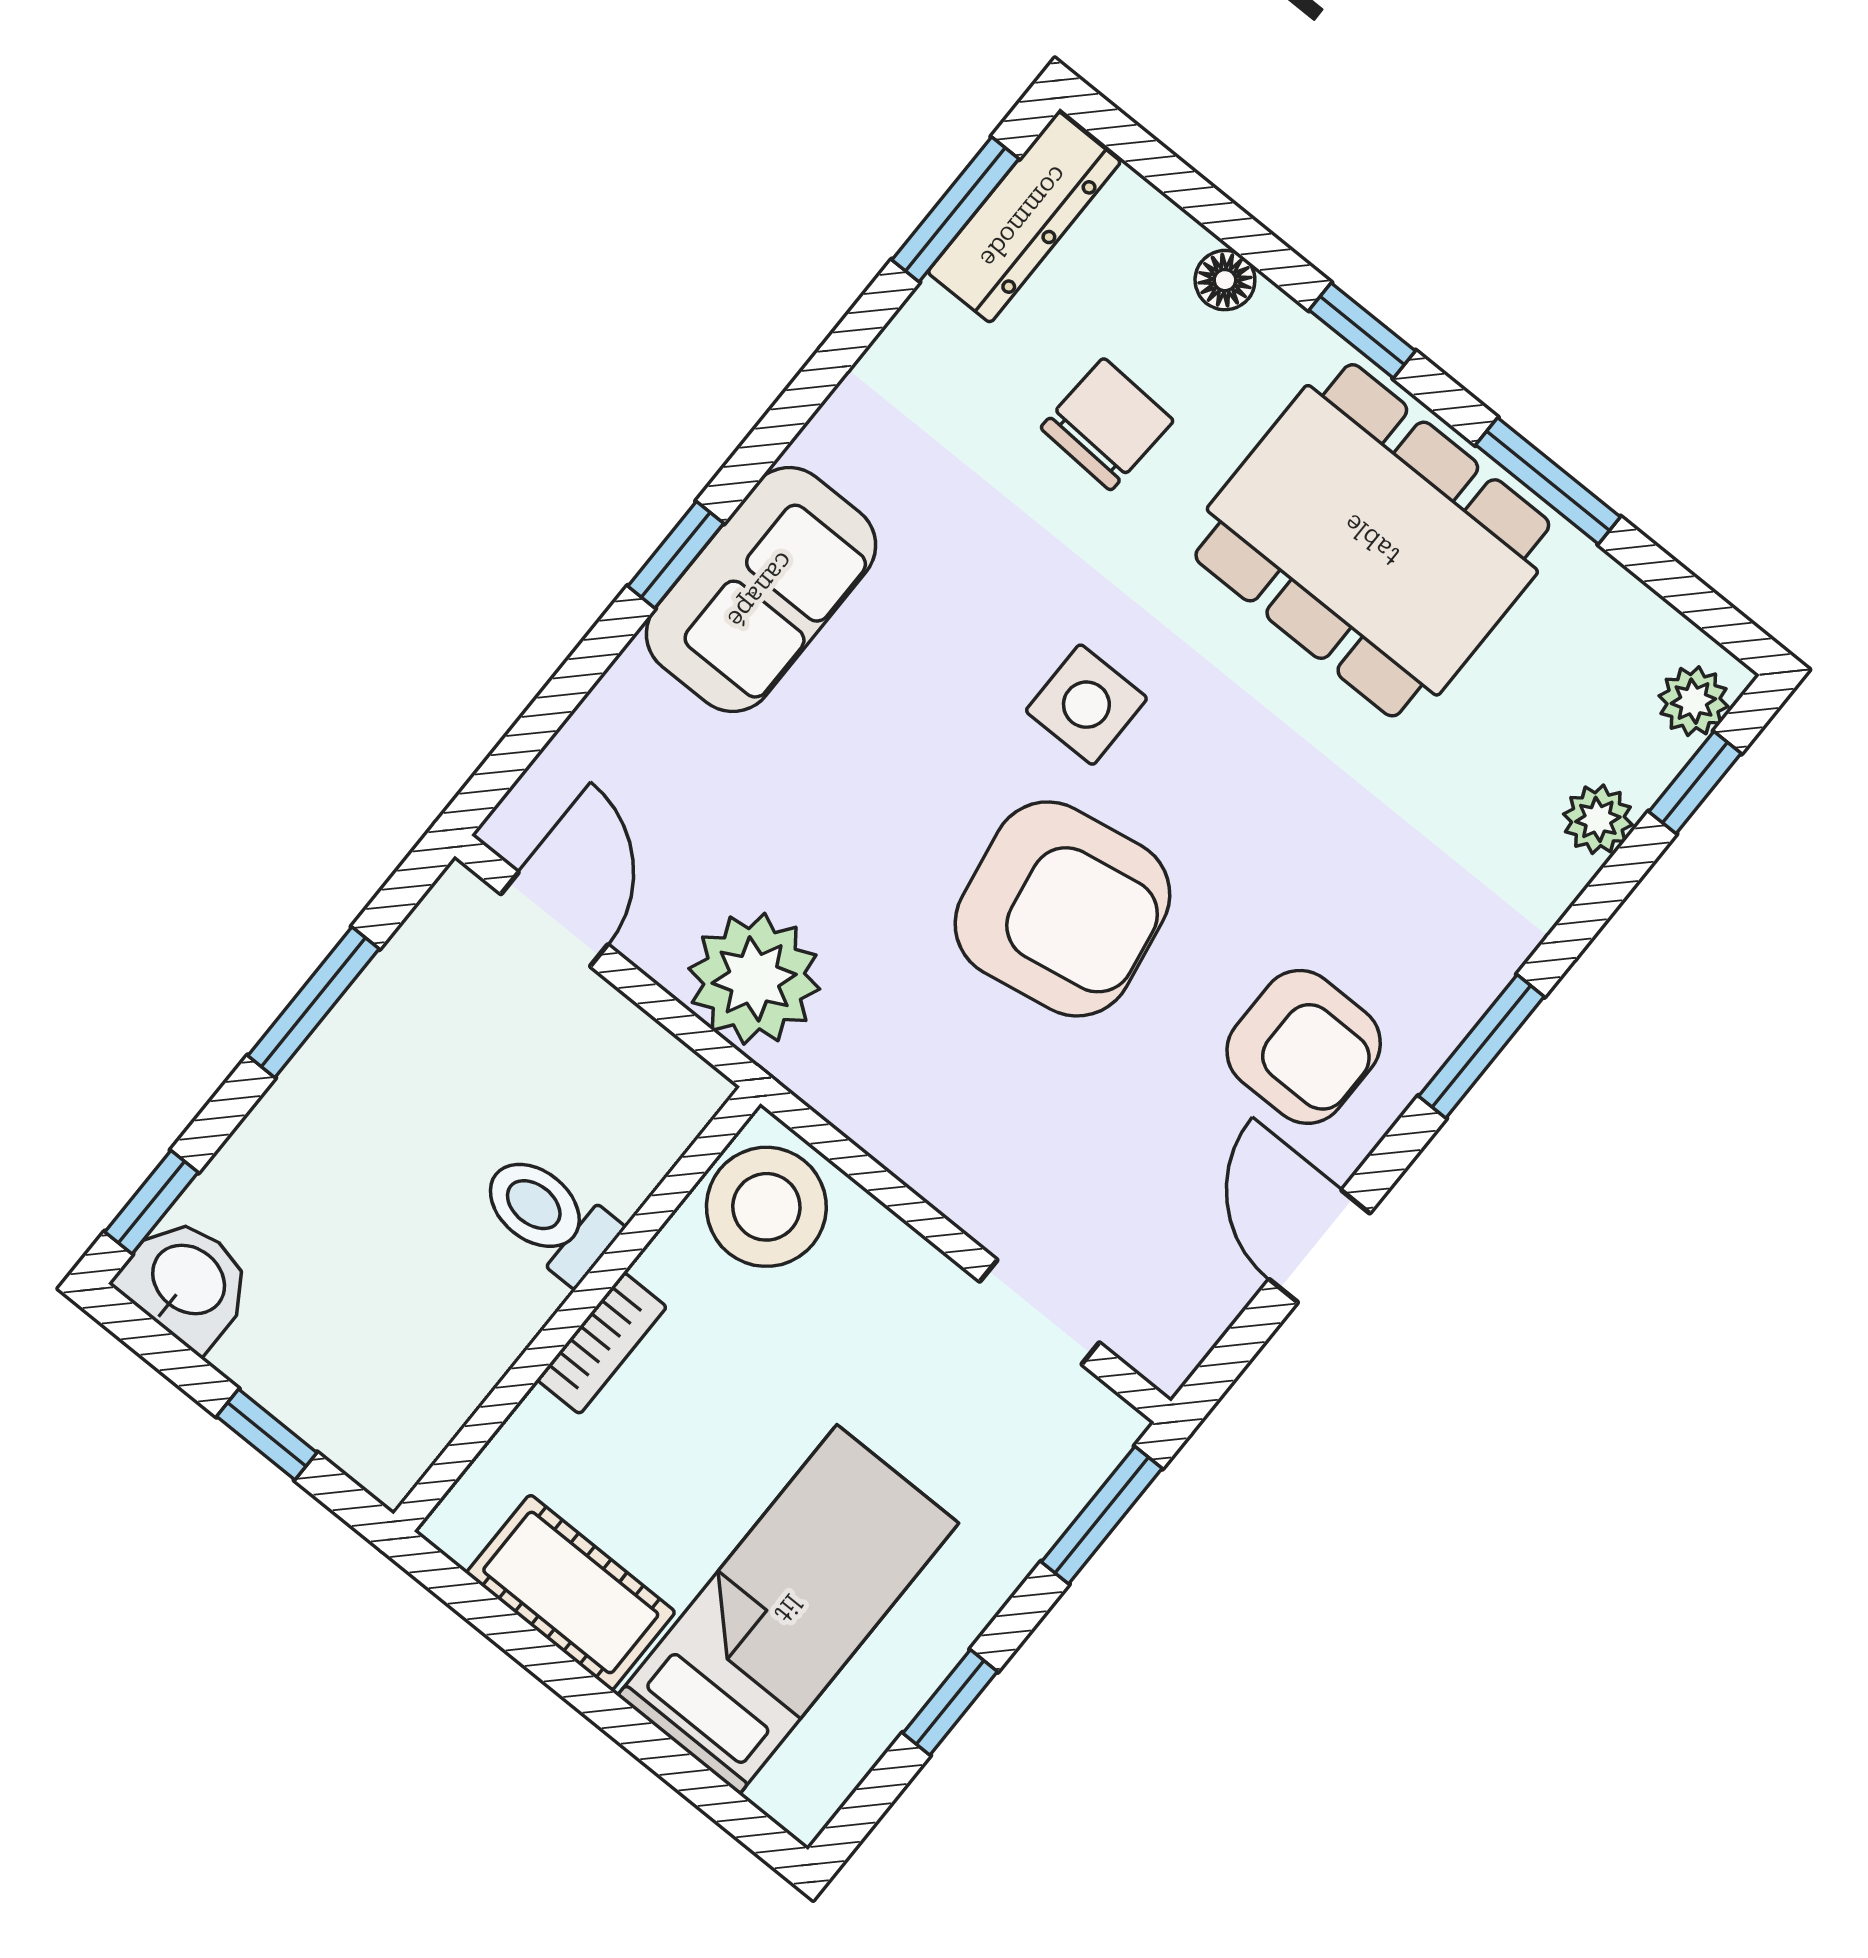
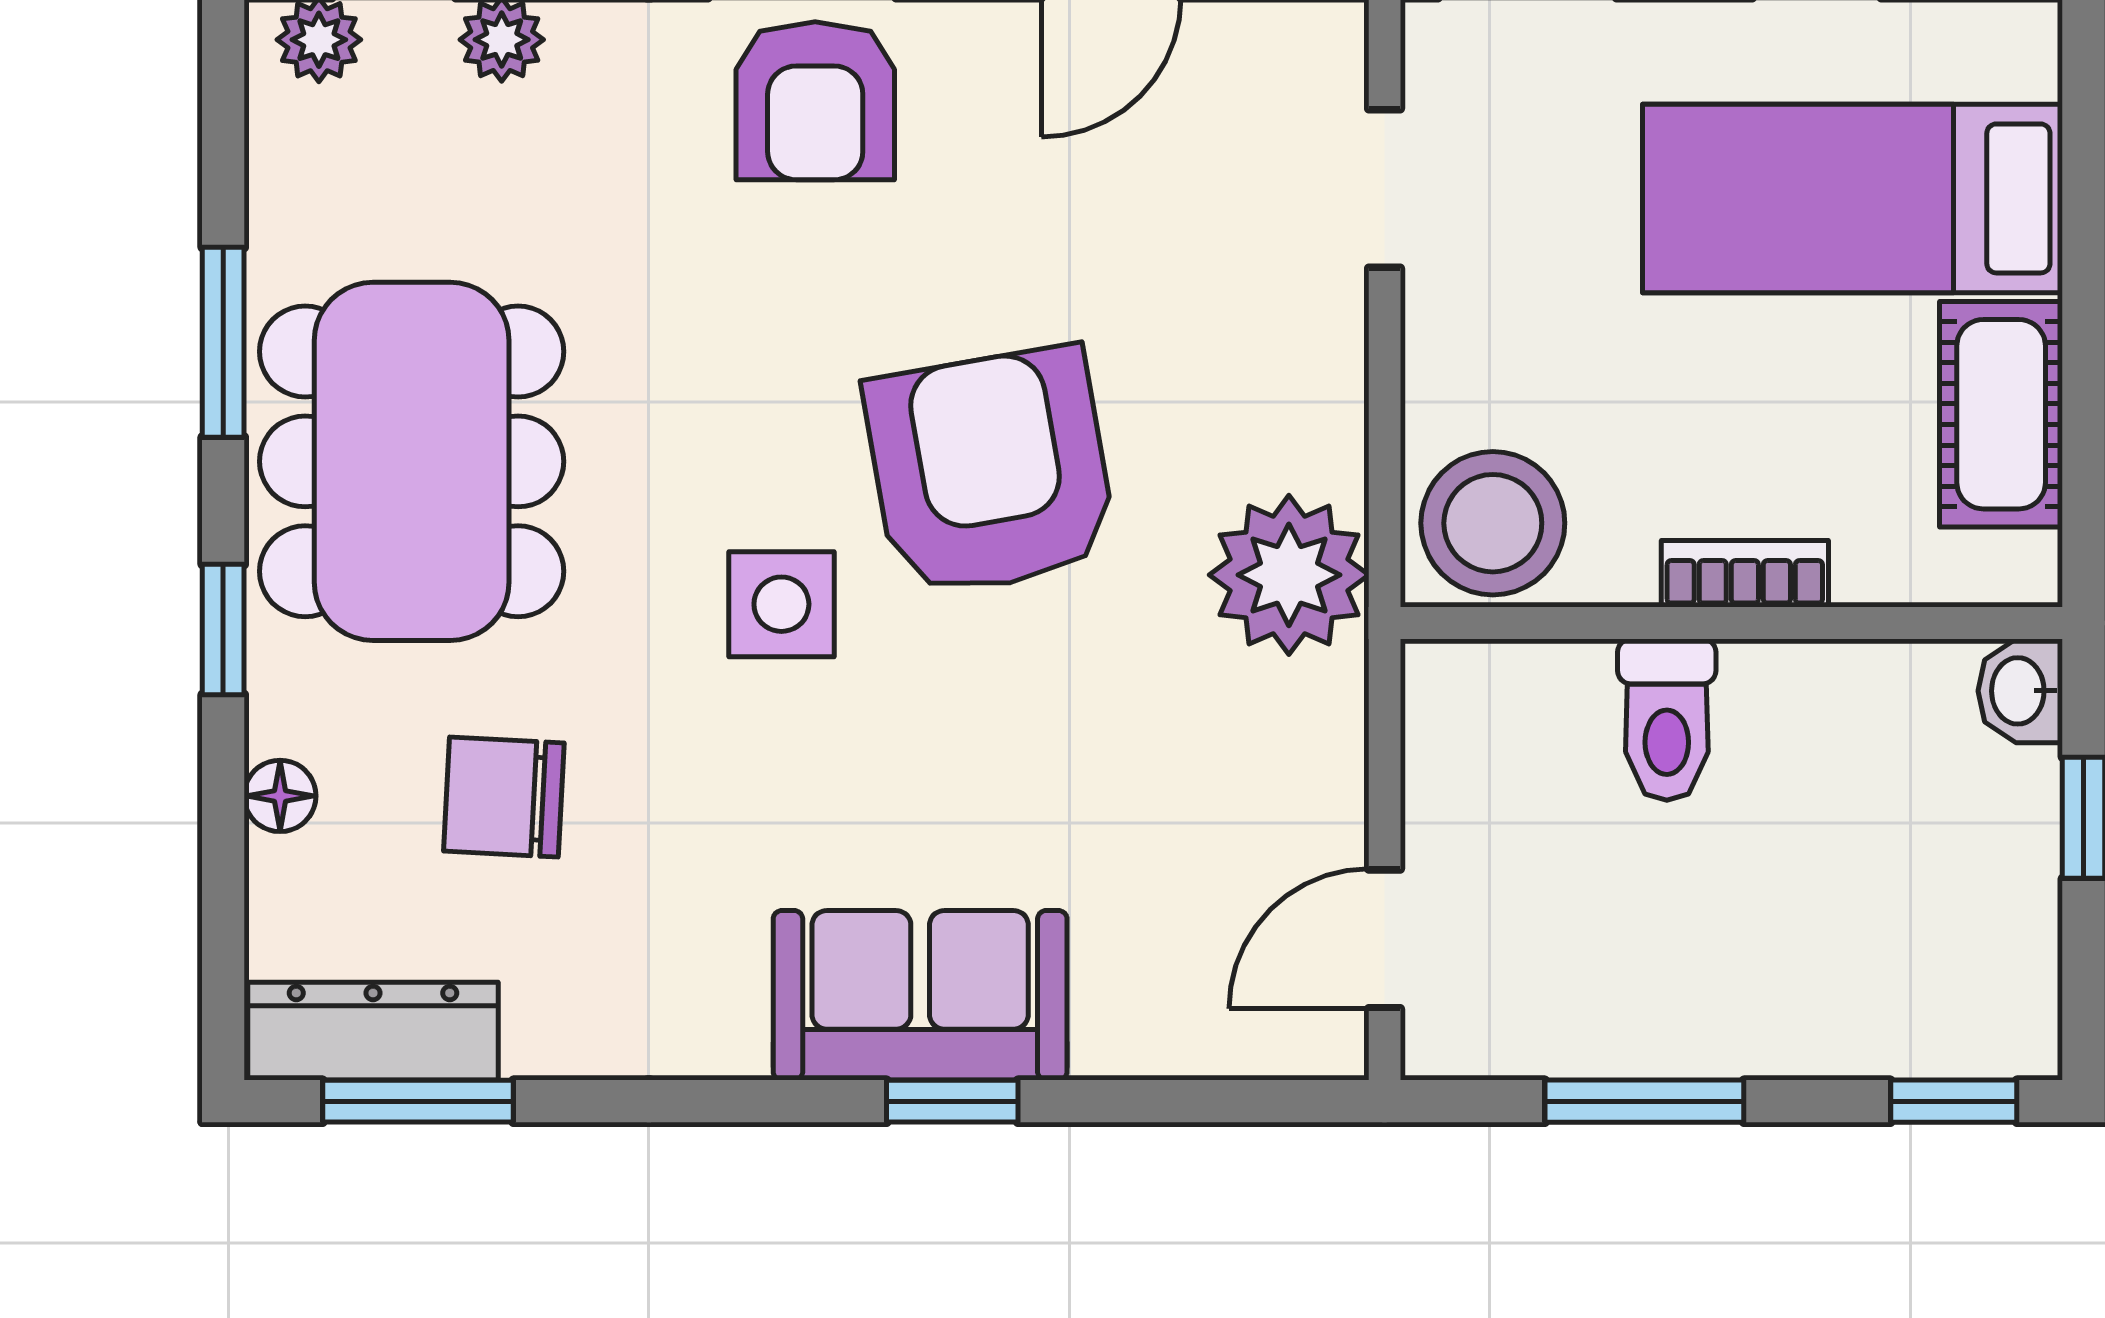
plant: (754, 979) -> (1289, 575), moved
armchair: (1304, 1047) -> (815, 101), moved, turned 180
washbasin: (187, 1282) -> (2020, 691), moved, width x0.72, depth x0.69

